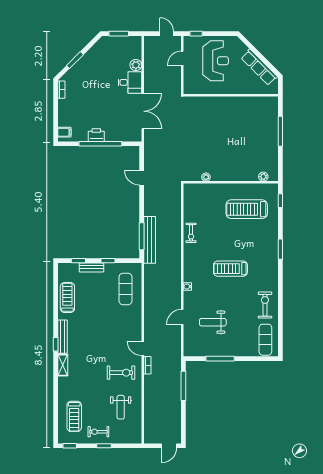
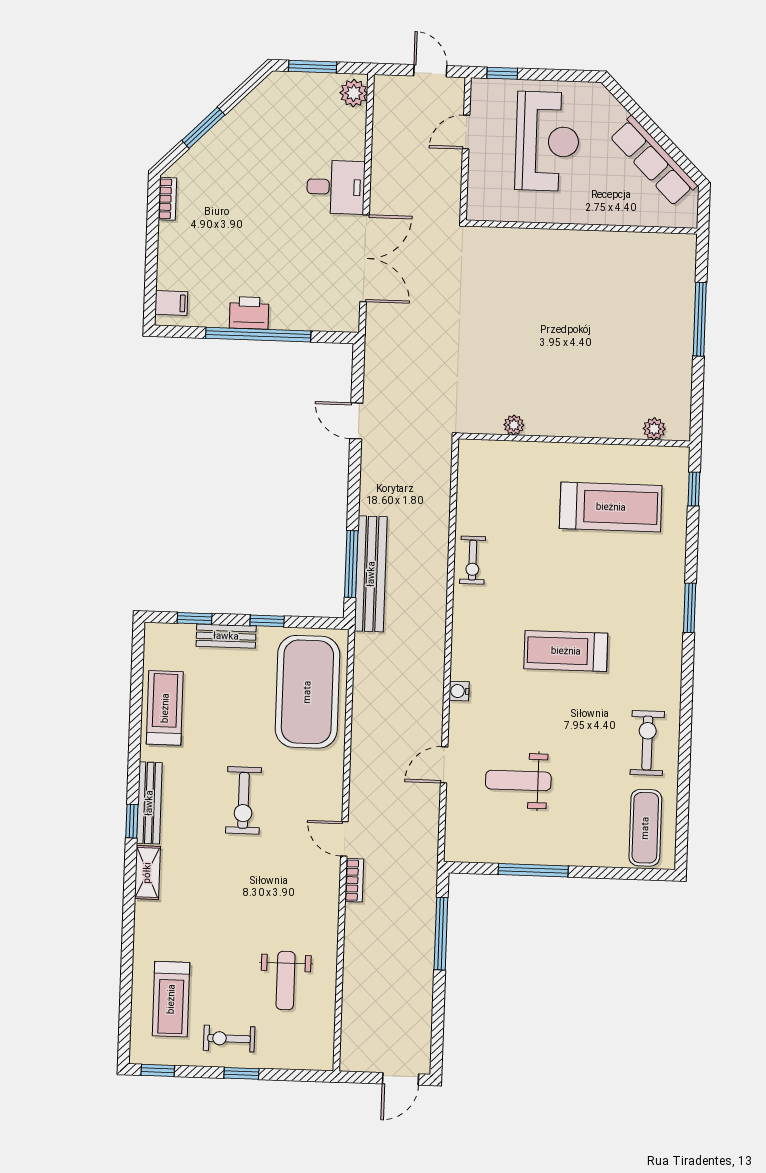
plant: (136, 65) -> (354, 93), moved
treadmill: (247, 209) -> (611, 507), turned 180
exercise mat: (125, 289) -> (307, 692), width x2.00, depth x1.45
exercise bike: (121, 373) -> (243, 800), moved, turned 90

